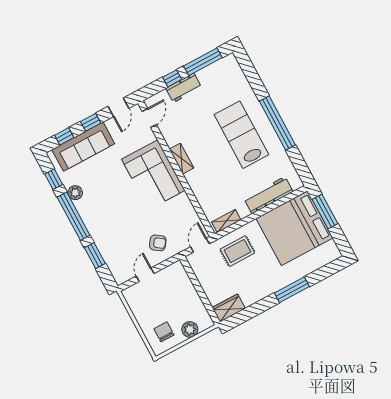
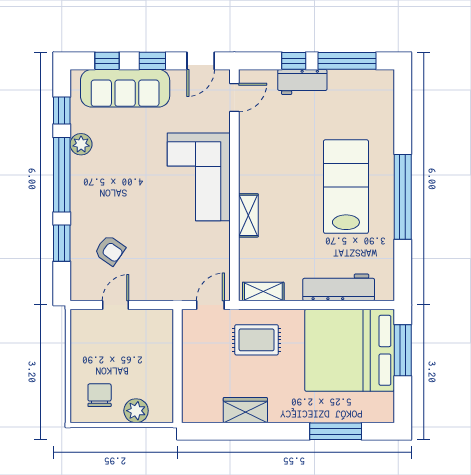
shelving: (181, 159) -> (248, 215), moved
armchair: (158, 243) -> (110, 250), moved
window: (292, 290) -> (336, 431), moved
wardrobe: (229, 308) -> (245, 410), moved

